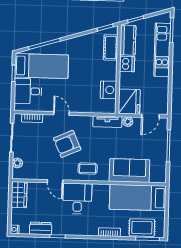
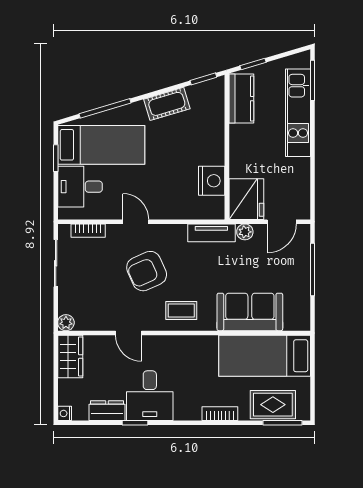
cot: (111, 48) -> (167, 104), moved, turned 73
dishwasher: (127, 64) -> (241, 138), removed
plant: (17, 163) -> (66, 323), moved
desk: (77, 199) -> (150, 396), moved, turned 180

